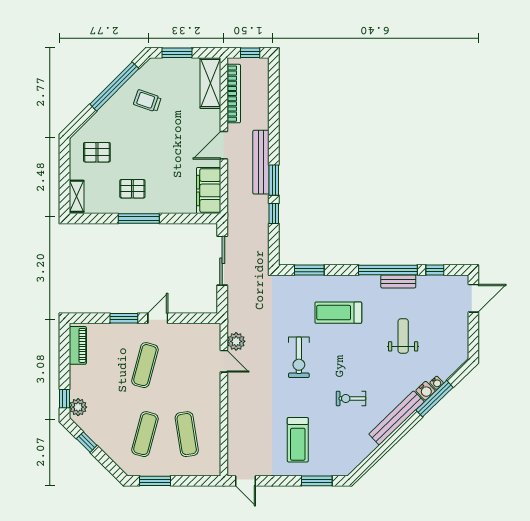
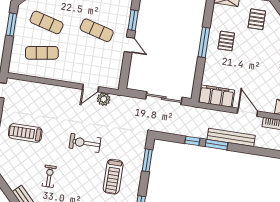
treadmill: (338, 313) -> (113, 177), turned 180

